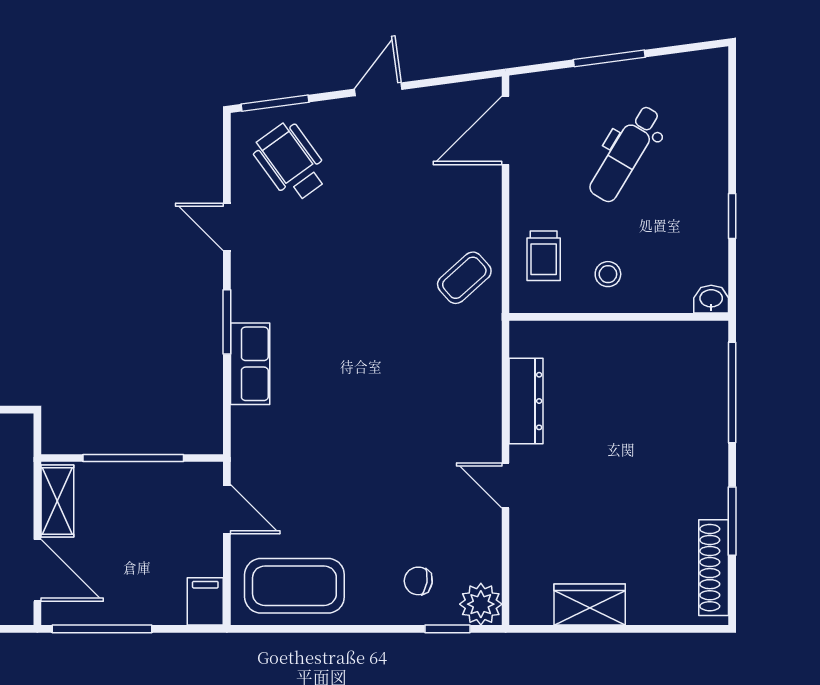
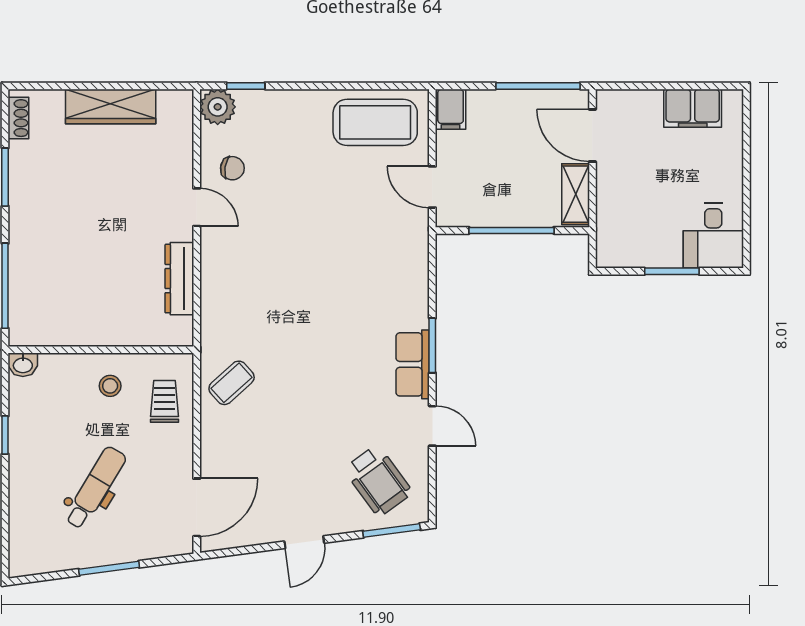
row of seats: (250, 364) -> (413, 364), moved
shoe rack: (714, 568) -> (18, 118), width x0.51, depth x0.81
chair: (418, 581) -> (232, 168), moved
wardrobe: (590, 605) -> (111, 106), width x1.50

